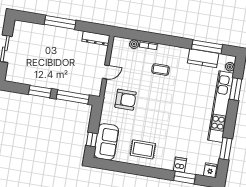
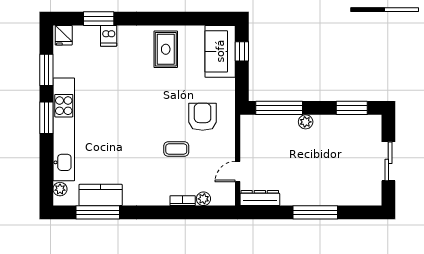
coffee table: (161, 70) -> (176, 149), moved
door: (106, 72) -> (238, 172), moved
plant: (56, 85) -> (306, 122), added
window: (236, 89) -> (46, 118), moved
window: (40, 92) -> (352, 108), moved
armchair: (126, 100) -> (203, 117), turned 90
rug: (143, 149) -> (166, 49), turned 90

